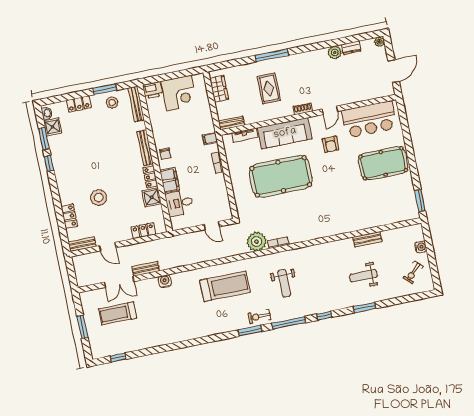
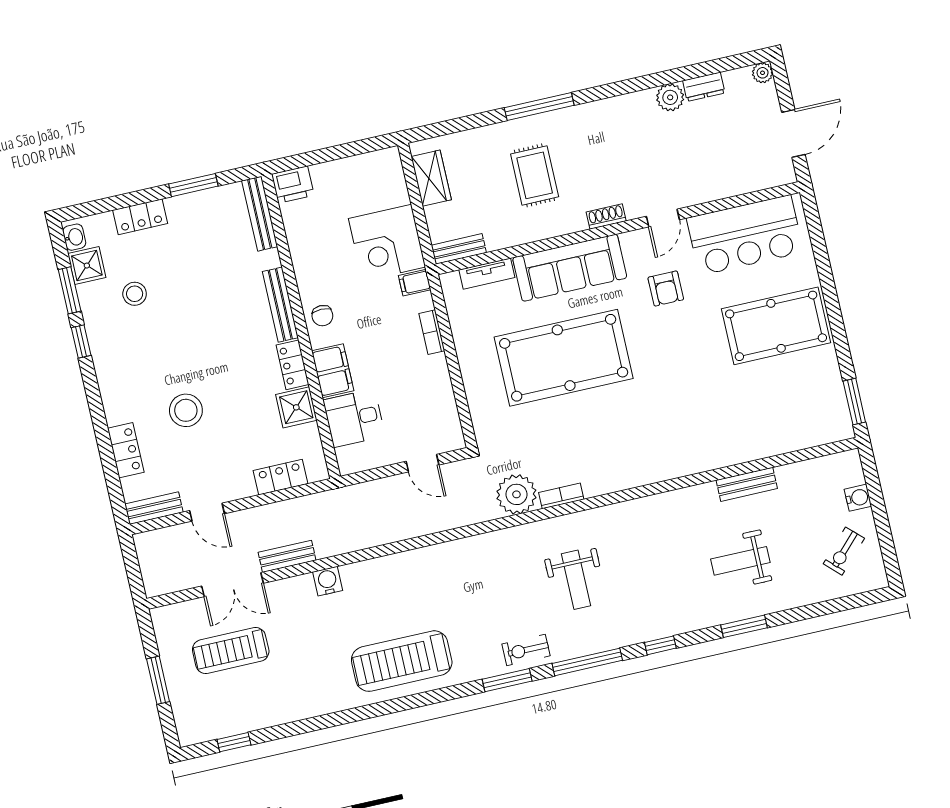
corner desk: (179, 93) -> (387, 243), moved, turned 90
stool: (112, 103) -> (135, 294), moved
treadmill: (225, 286) -> (402, 661), moved, turned 180

